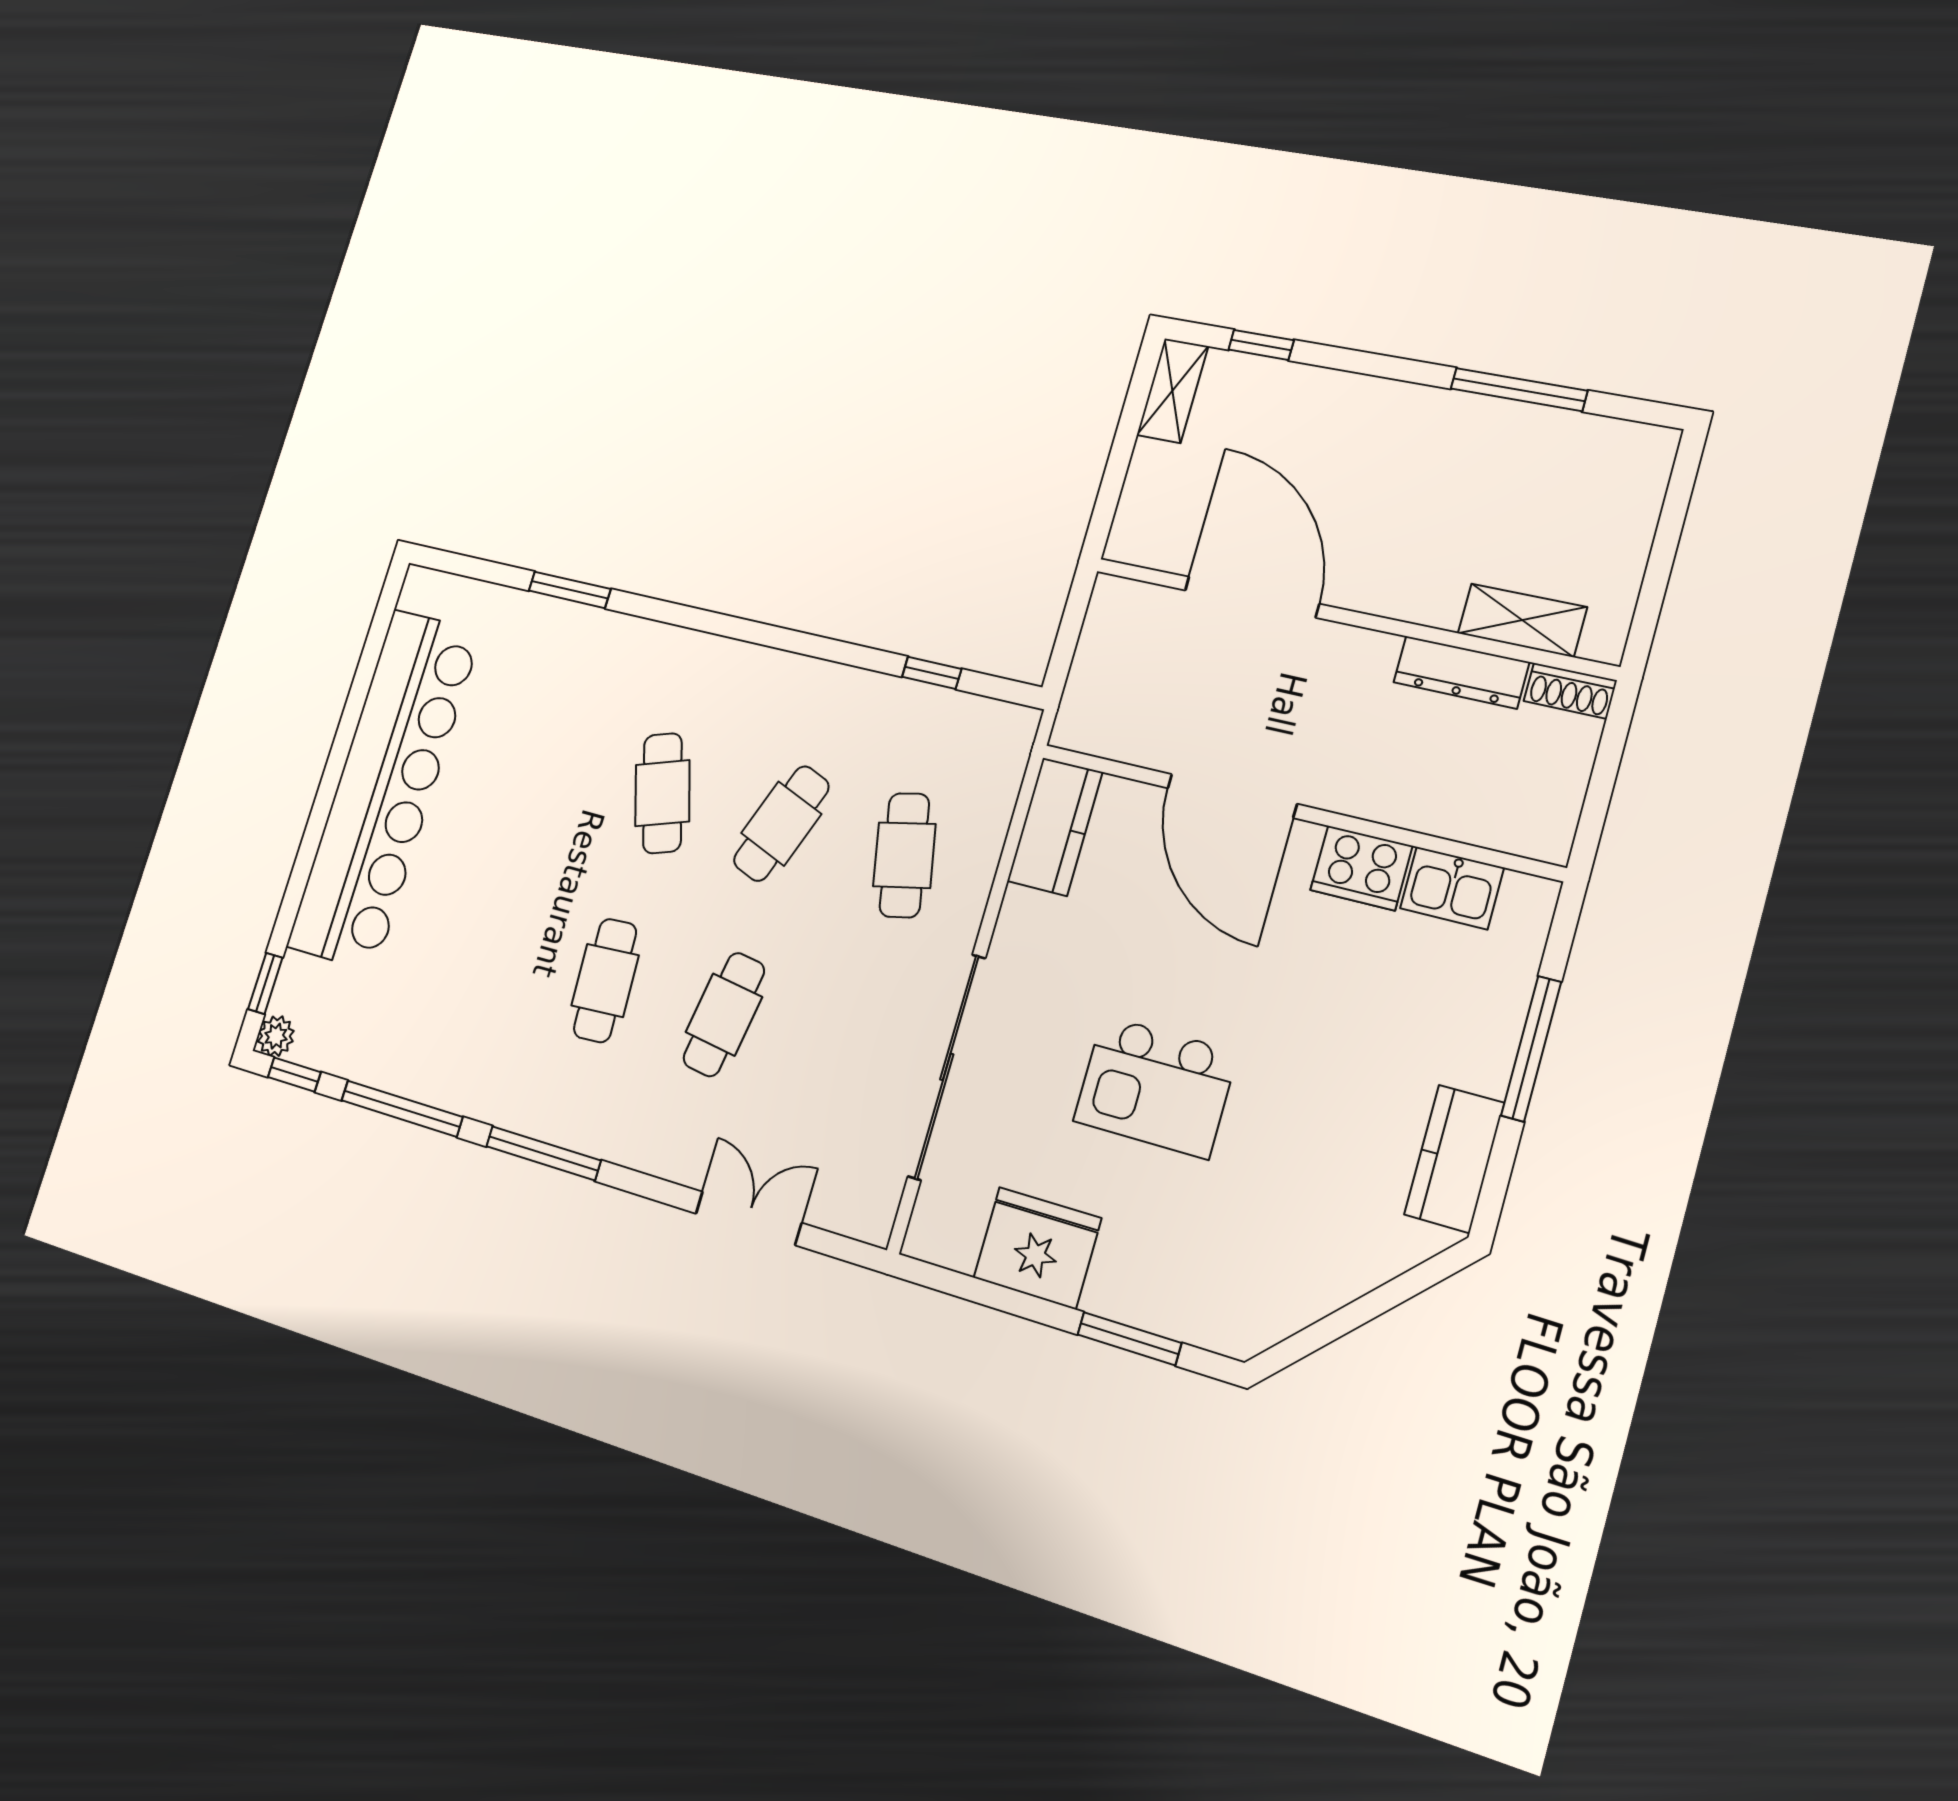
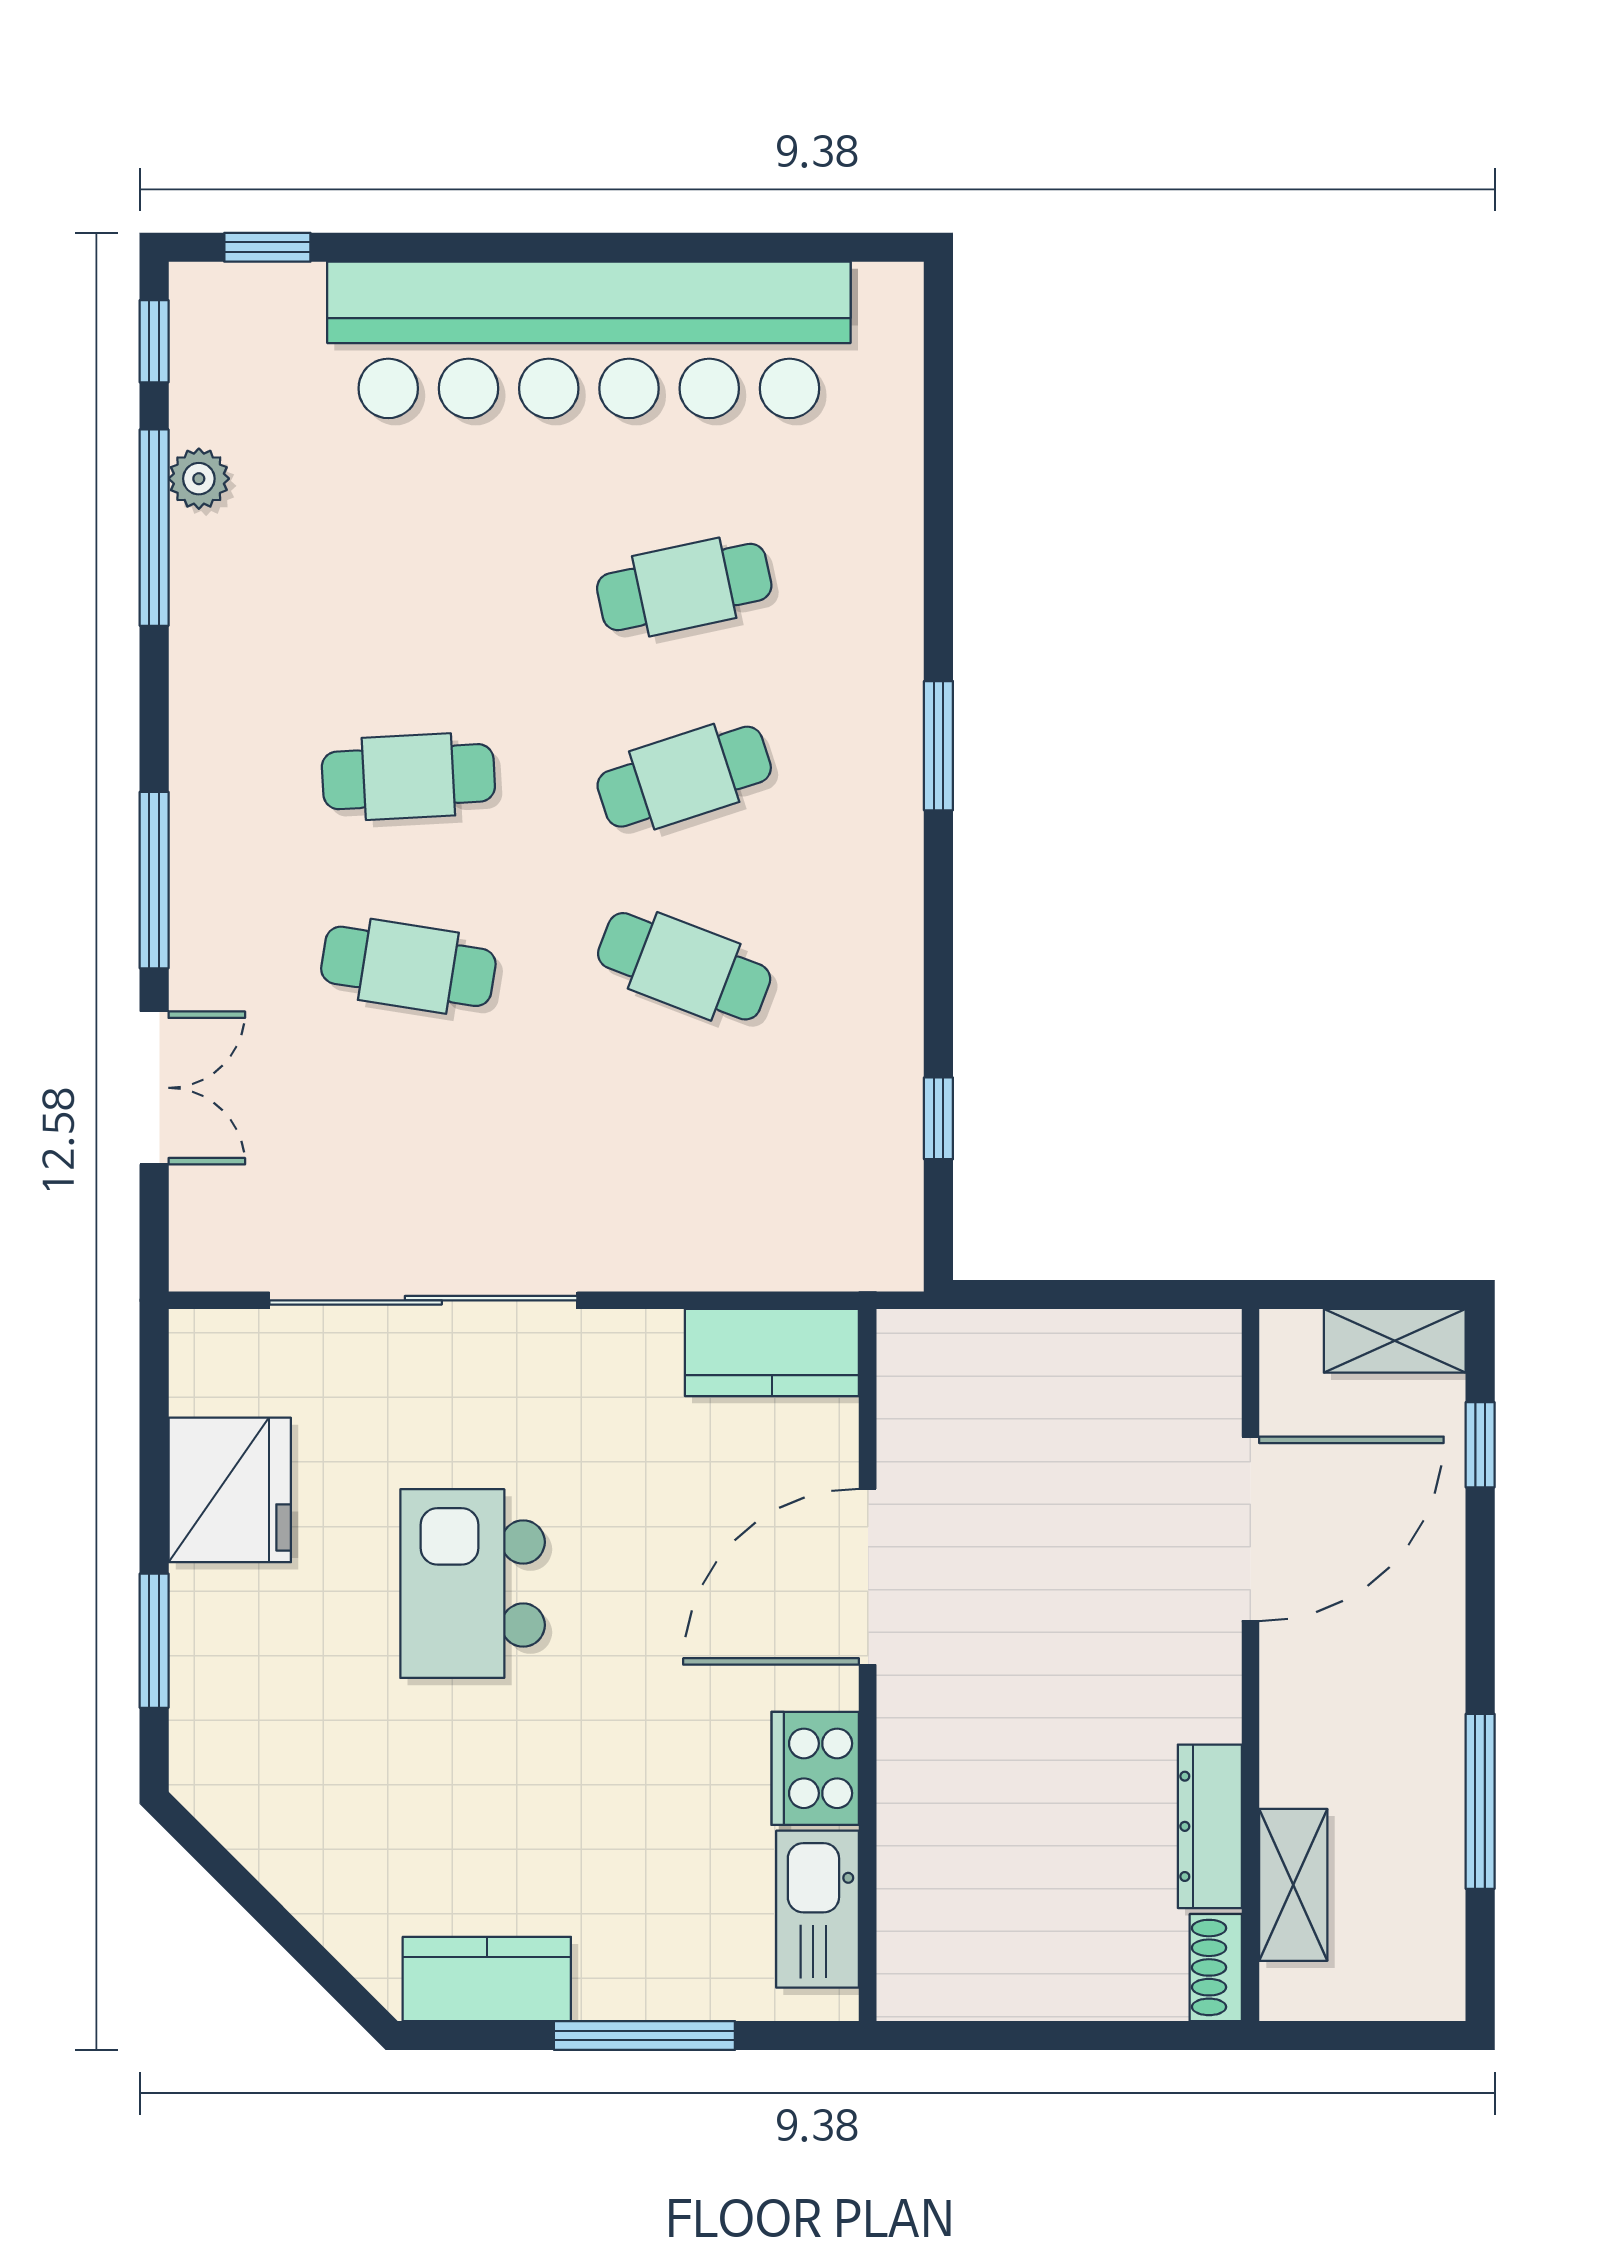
window: (570, 590) -> (938, 746), moved
door: (1252, 597) -> (1250, 1529), moved
wall: (1350, 617) -> (1250, 1665), moved
shelving: (1522, 620) -> (1293, 1885), moved
dresser: (1461, 672) -> (1210, 1826), moved
shoe rack: (1570, 691) -> (1216, 1967), moved
cafe table: (904, 855) -> (684, 587), moved
kitchen sink: (1452, 888) -> (818, 1909), width x1.38
plant: (276, 1036) -> (199, 479), moved
window: (543, 1153) -> (154, 880), moved

